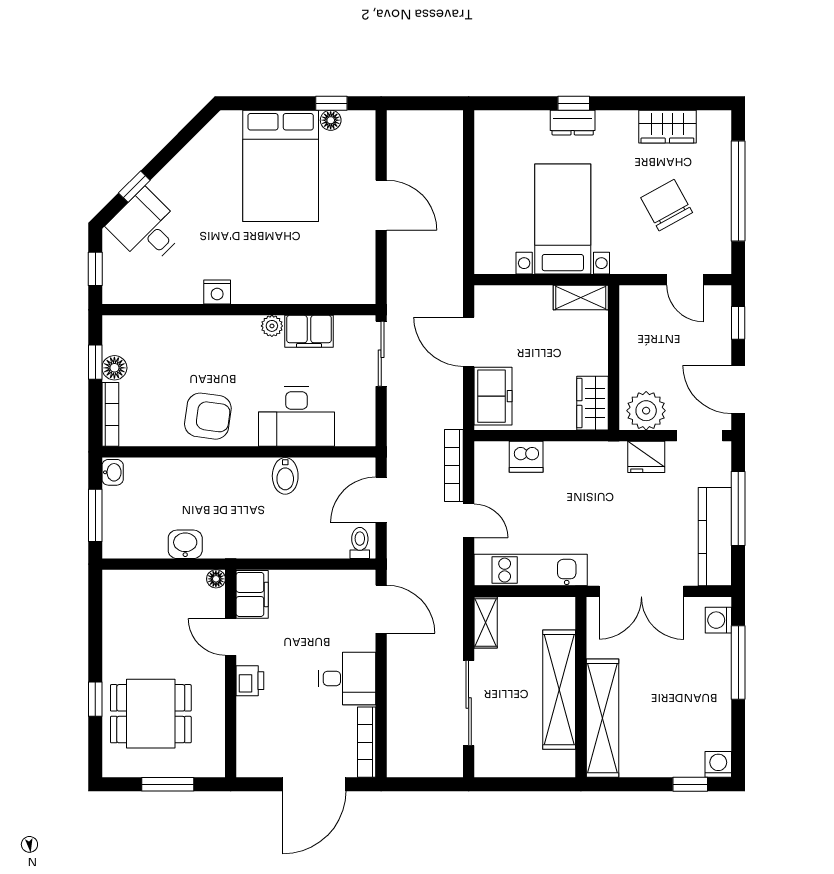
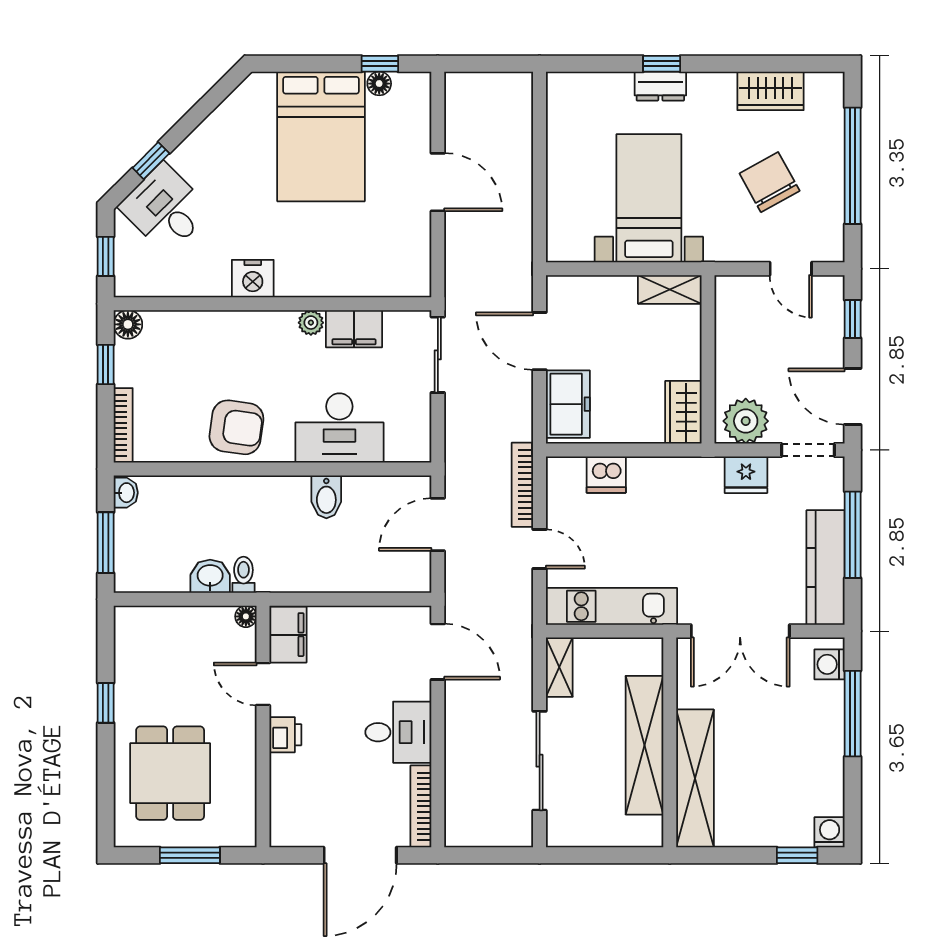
nightstand: (217, 292) -> (253, 279), width x1.36, depth x1.33
floor lamp: (114, 368) -> (128, 324), moved
toilet: (360, 543) -> (243, 575), moved
window: (95, 699) -> (106, 703), moved
dining table: (151, 714) -> (170, 773), turned 90

